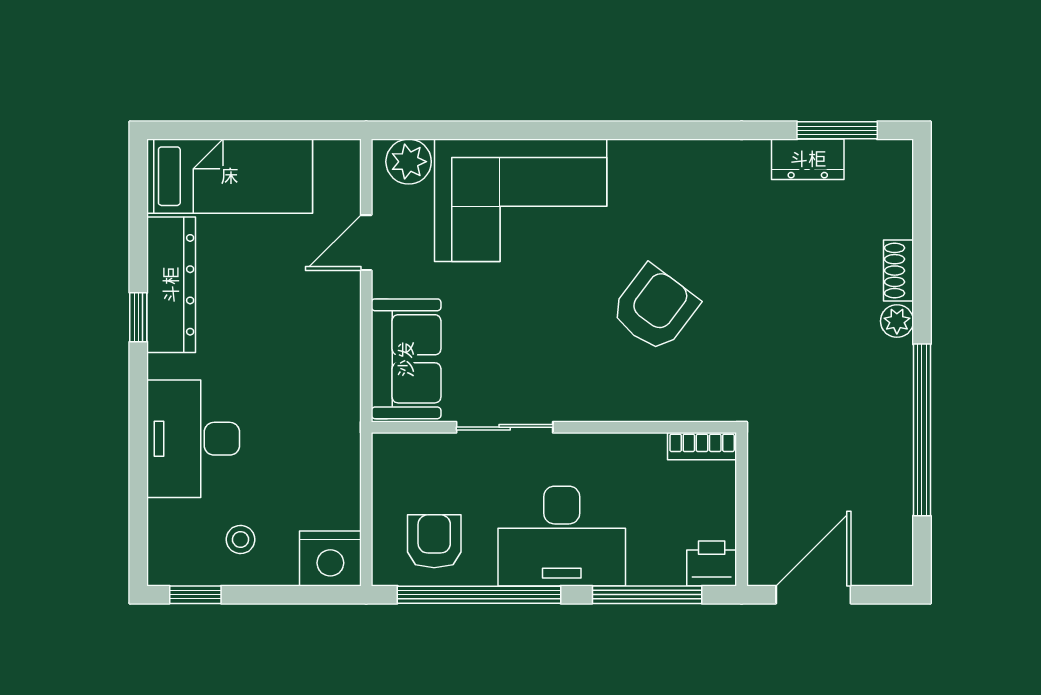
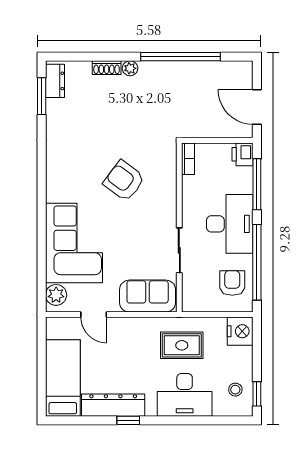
dresser: (808, 159) -> (55, 81), moved
rug: (300, 433) -> (182, 345), added
stool: (241, 539) -> (235, 390), moved
armchair: (434, 541) -> (232, 283), turned 90

